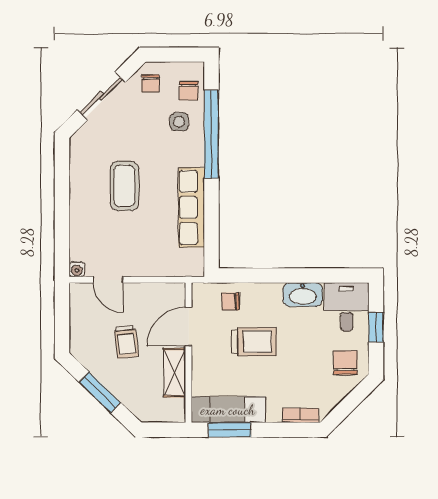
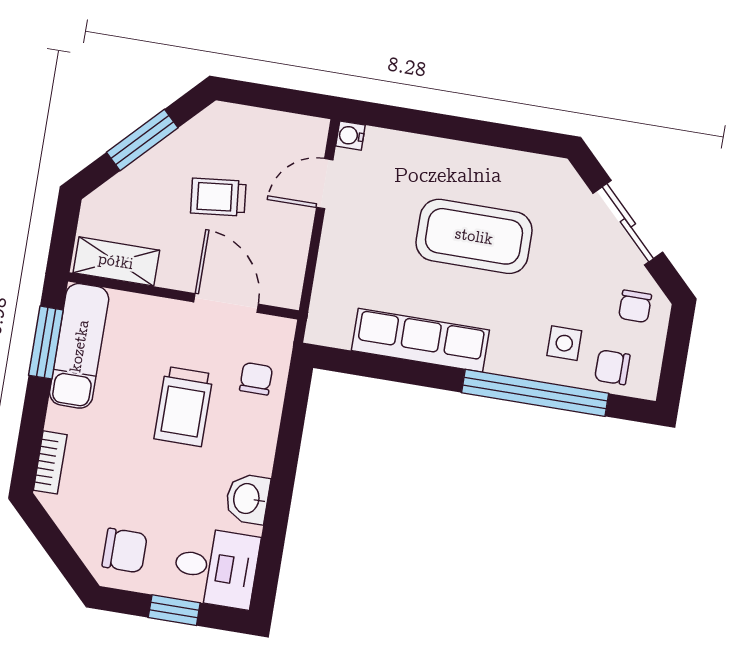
chair: (150, 83) -> (635, 306), turned -90
coffee table: (125, 186) -> (474, 236), width x1.36, depth x1.32
washbasin: (303, 295) -> (247, 499), width x0.72
shelving: (175, 373) -> (116, 261), moved

